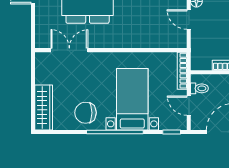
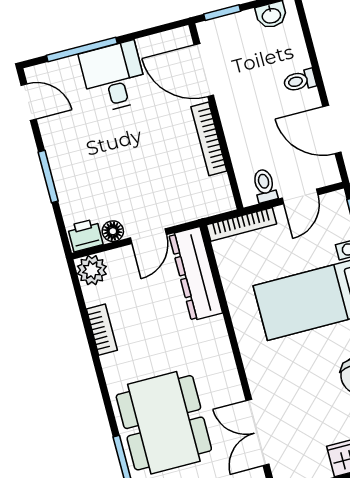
dresser: (162, 39) -> (196, 274), added

